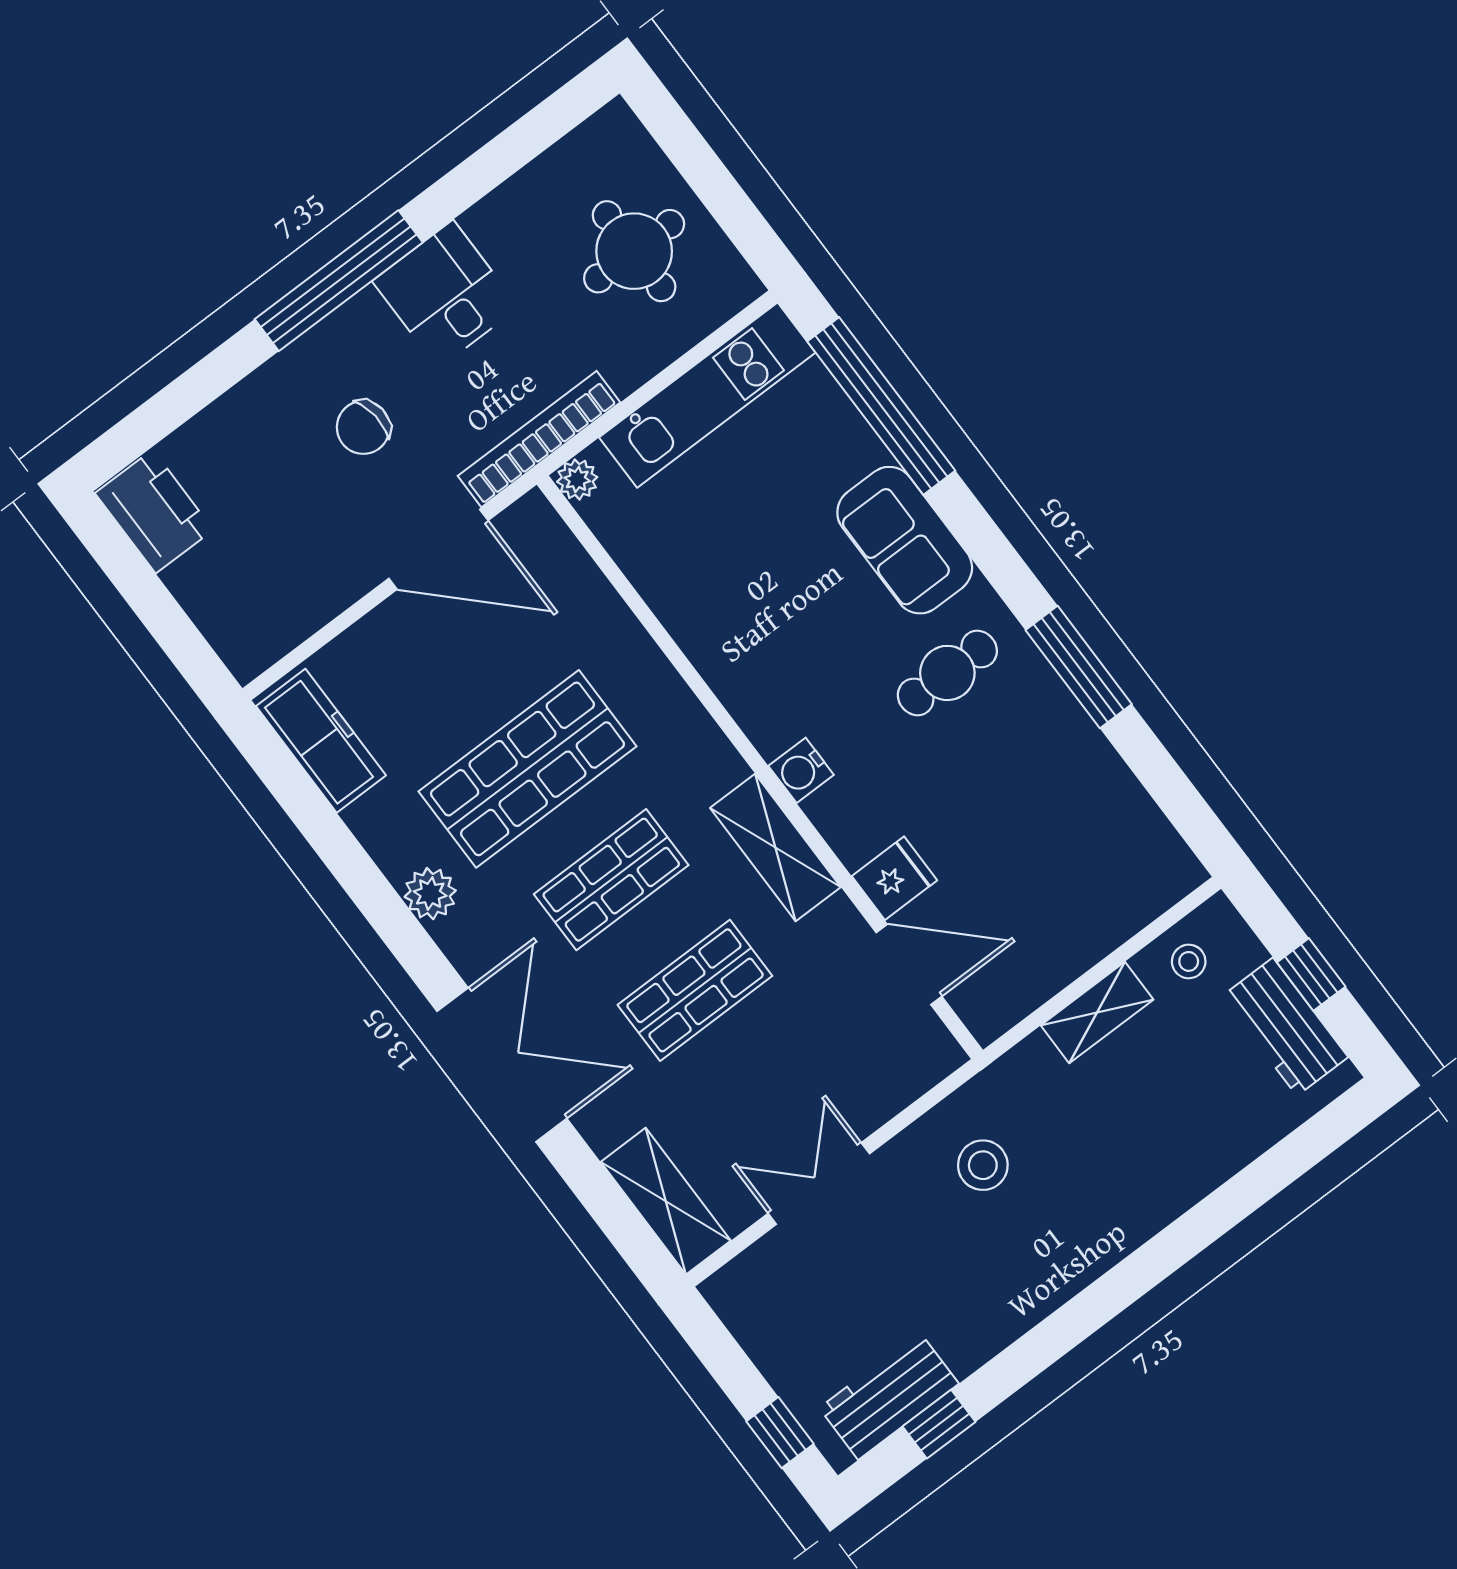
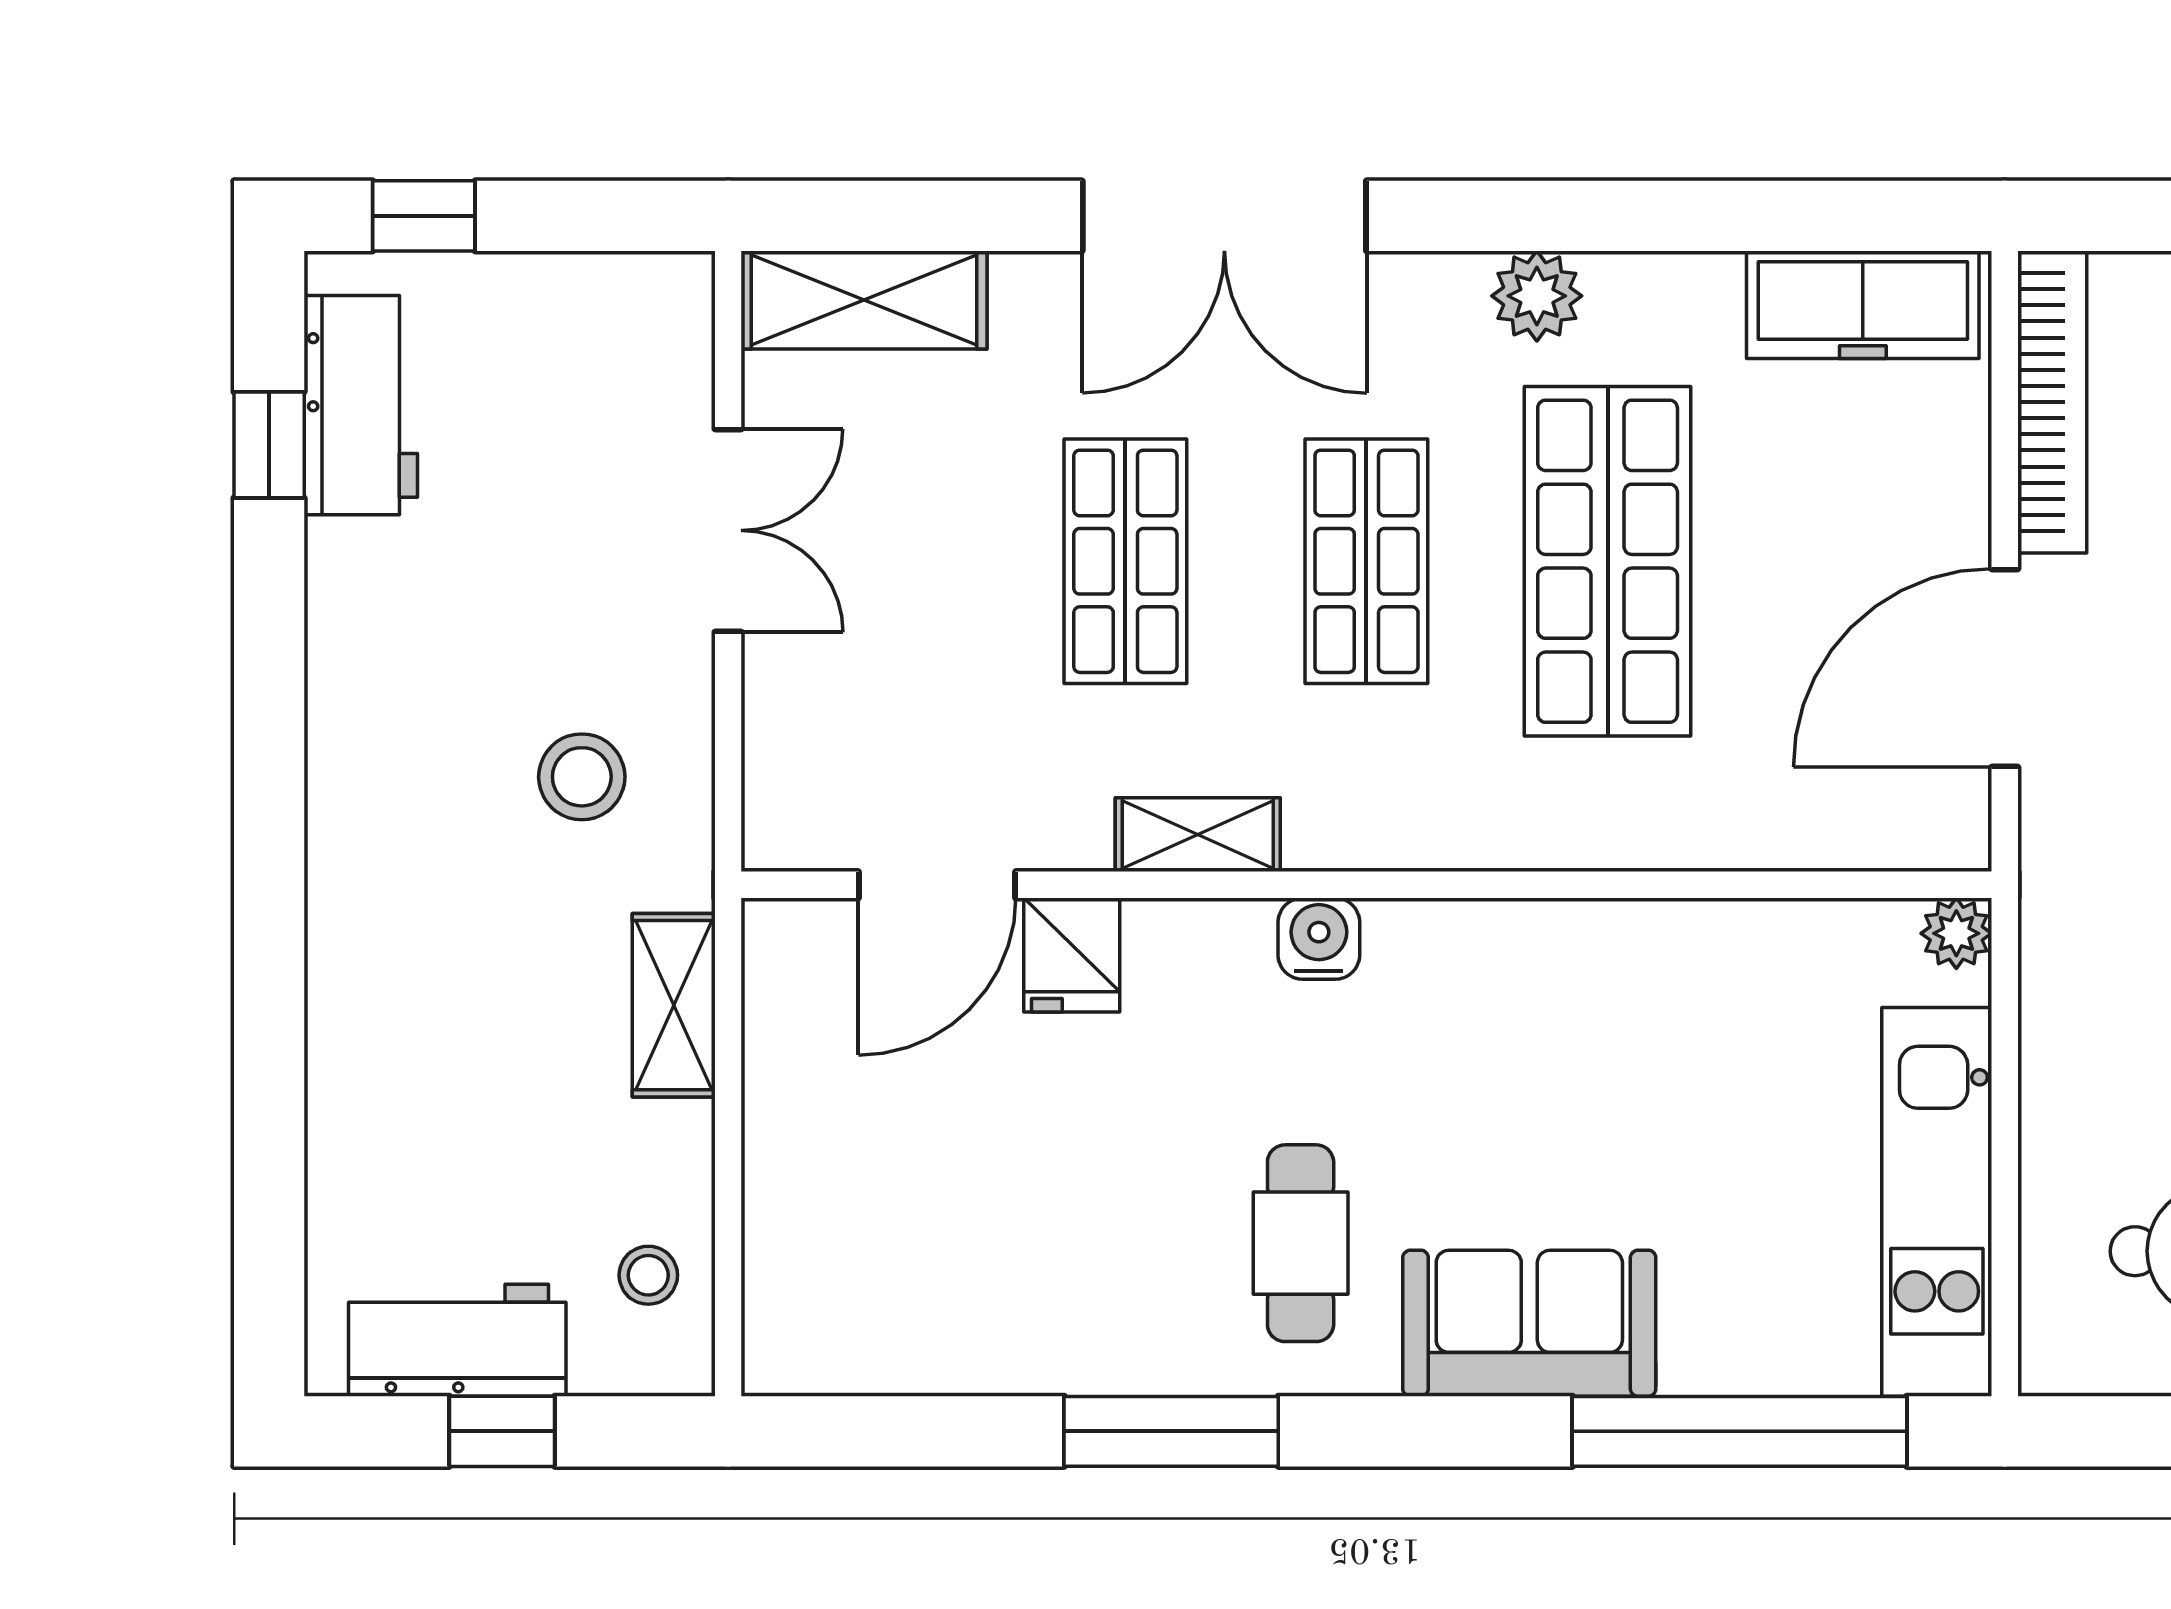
bookcase: (539, 439) -> (2052, 402), moved
shelving: (775, 848) -> (1198, 835), width x0.67, depth x0.75
shelving: (1097, 1012) -> (674, 1005), moved

